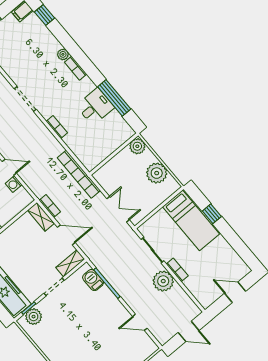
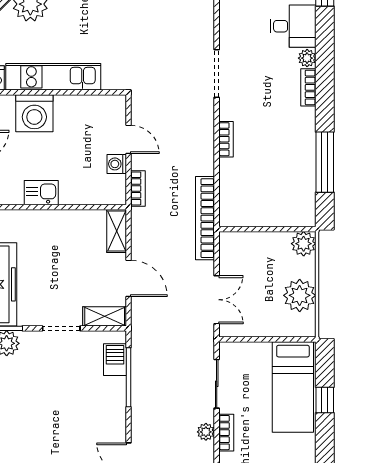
desk: (95, 107) -> (293, 26), moved
bookcase: (50, 206) -> (138, 188), moved
plant: (163, 281) -> (206, 432), width x0.53, depth x0.53

